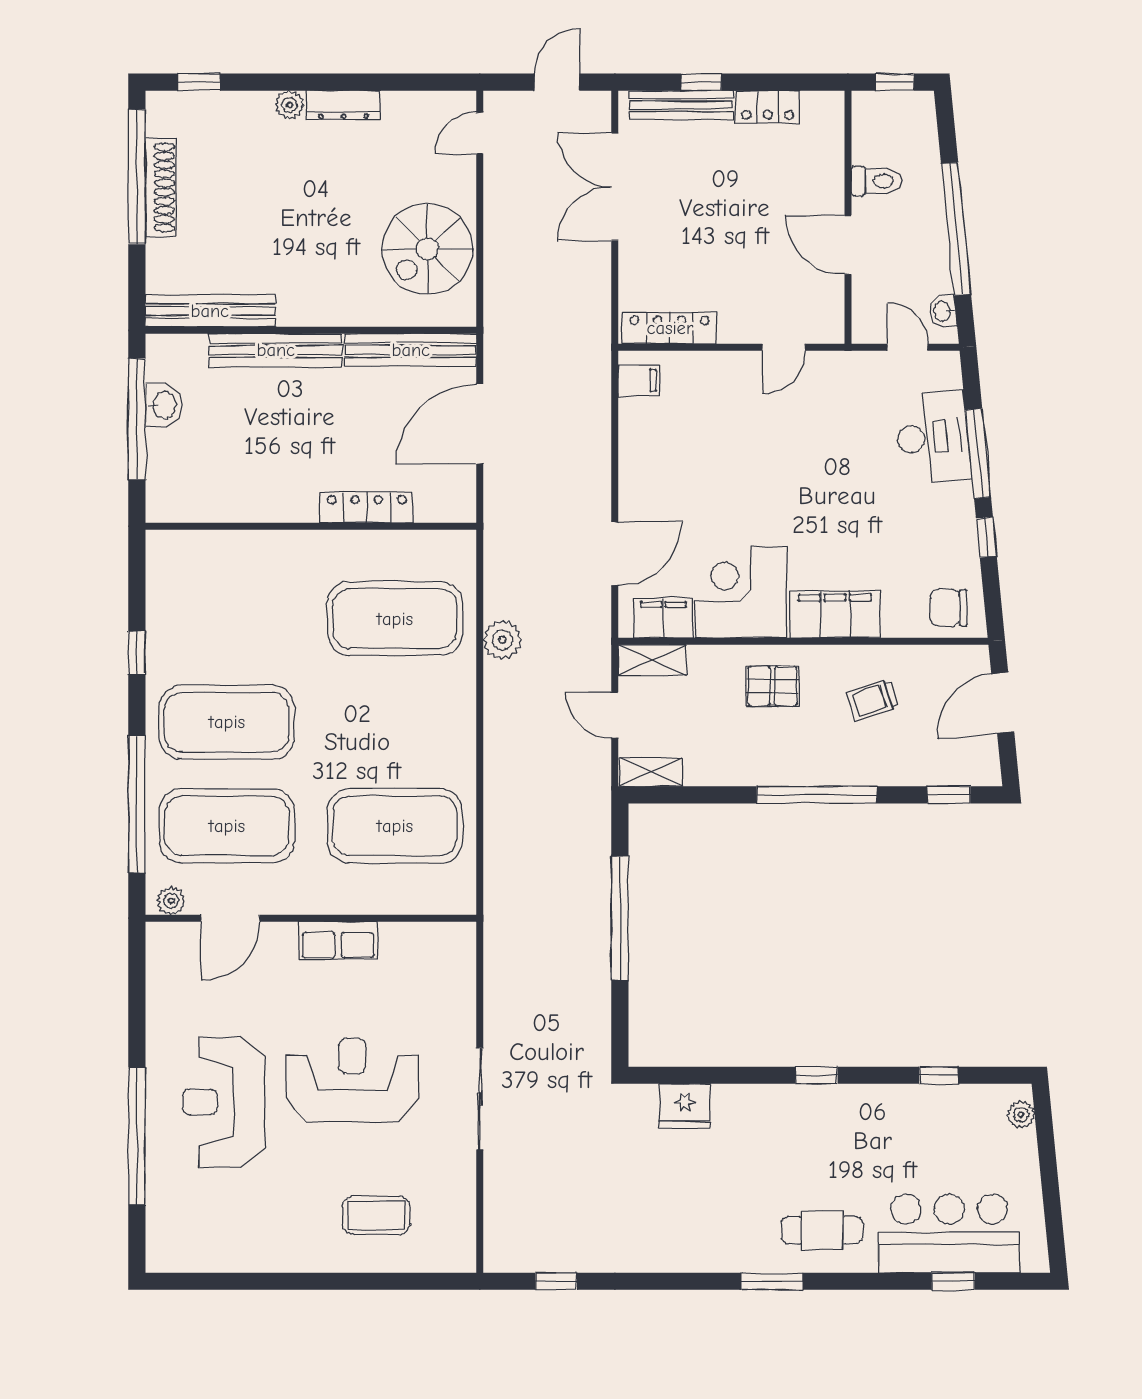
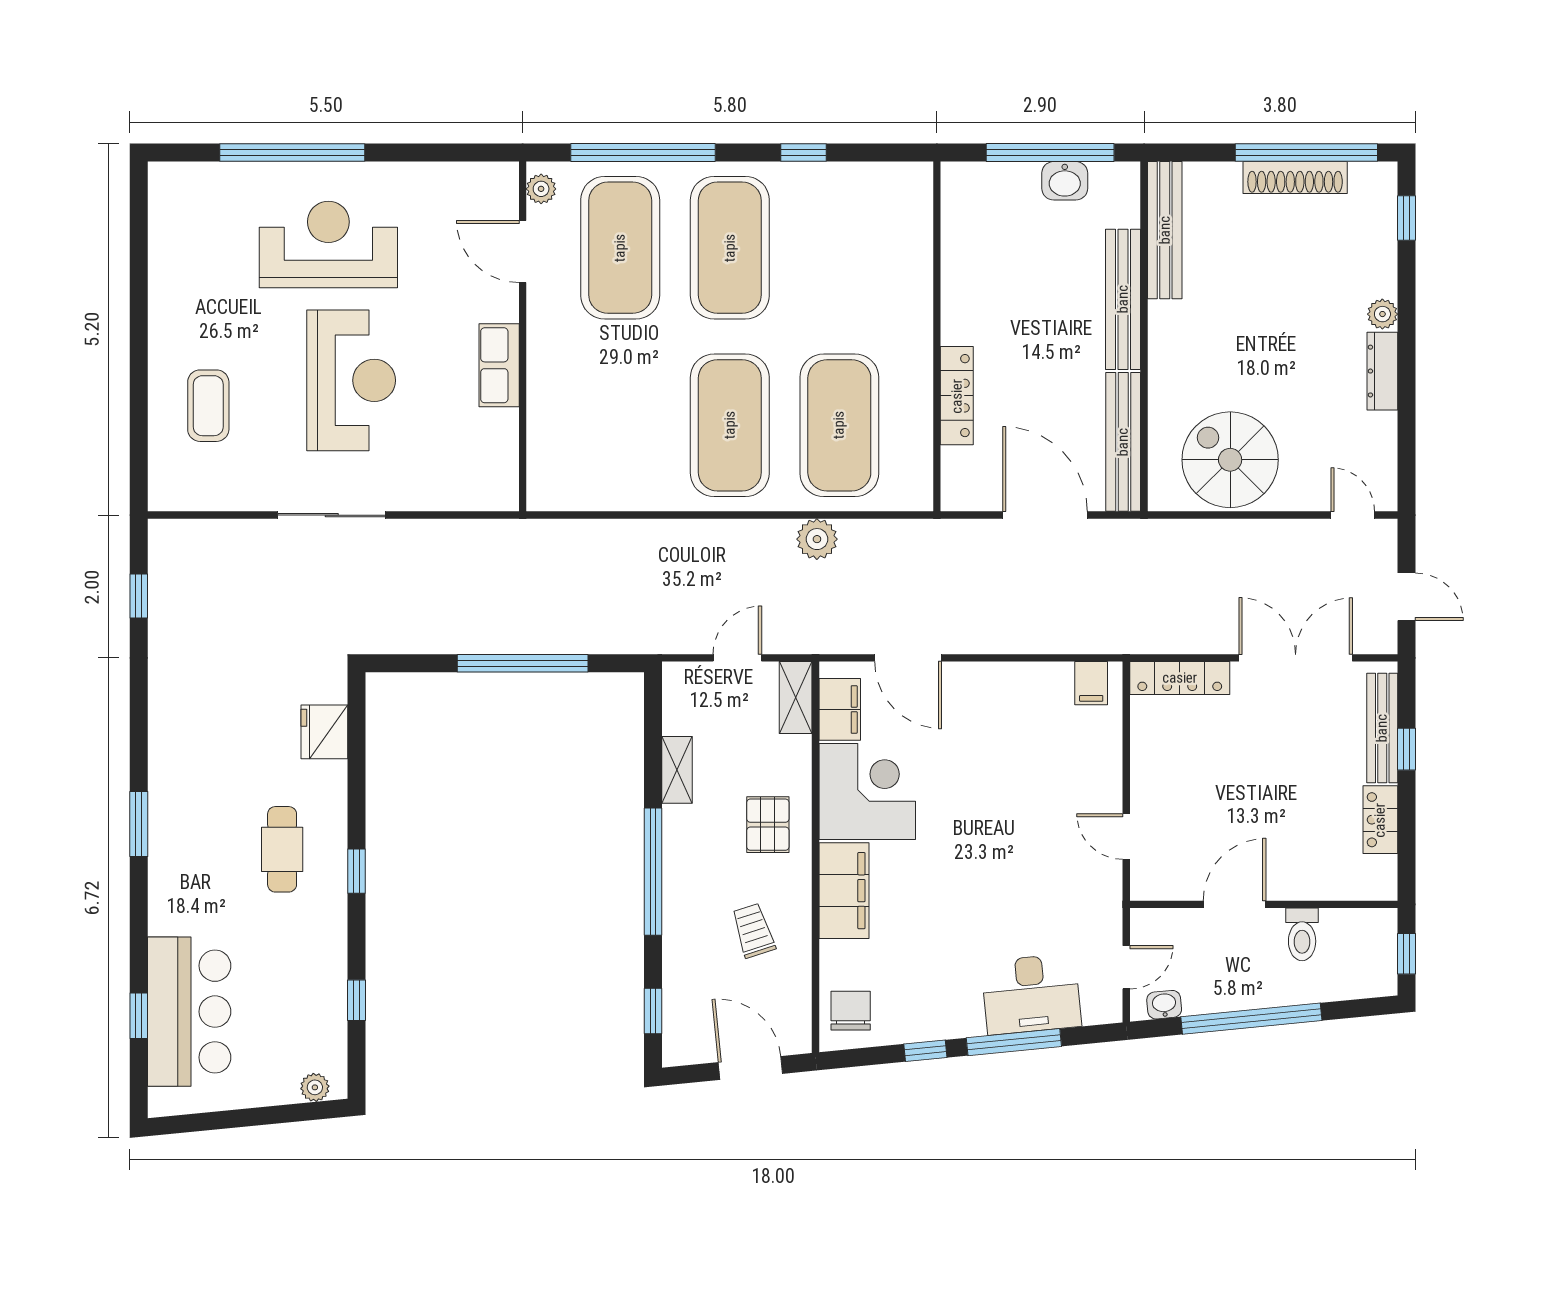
locker: (670, 328) -> (1180, 678), moved, turned 90
shelving: (651, 772) -> (677, 770), moved
exercise mat: (395, 826) -> (730, 425), moved
cafe table: (822, 1230) -> (282, 849), moved

